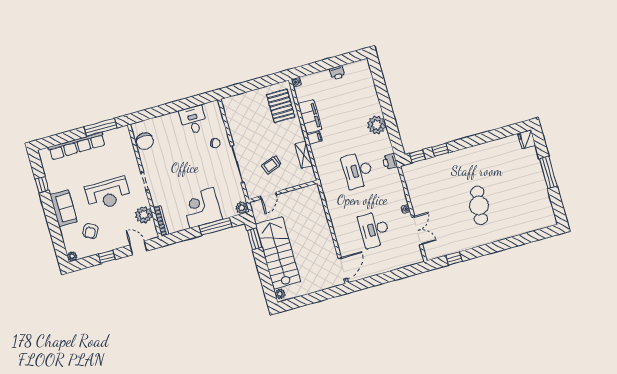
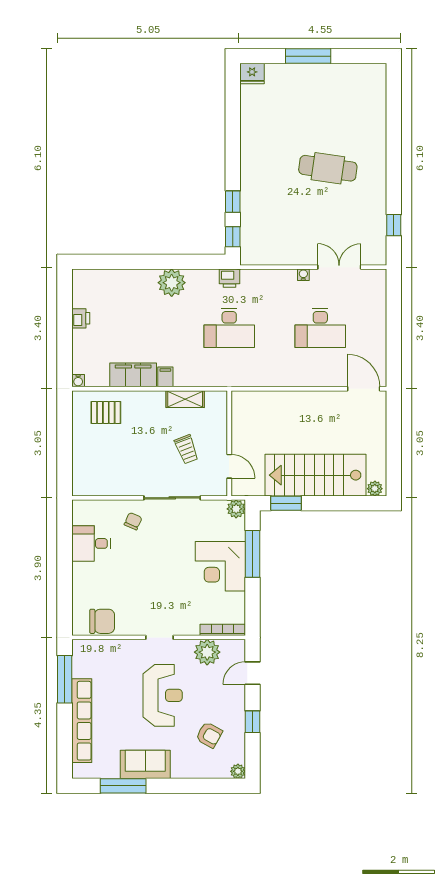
pallet: (281, 106) -> (106, 412), width x0.67, depth x0.71
window: (42, 185) -> (123, 786), width x2.17
sofa: (64, 208) -> (145, 764), moved

